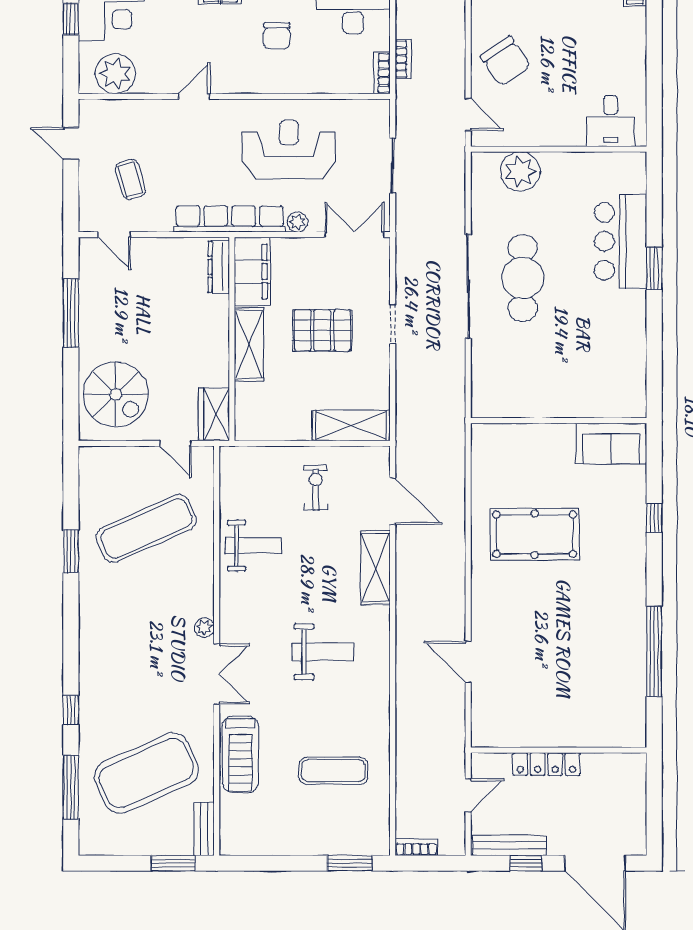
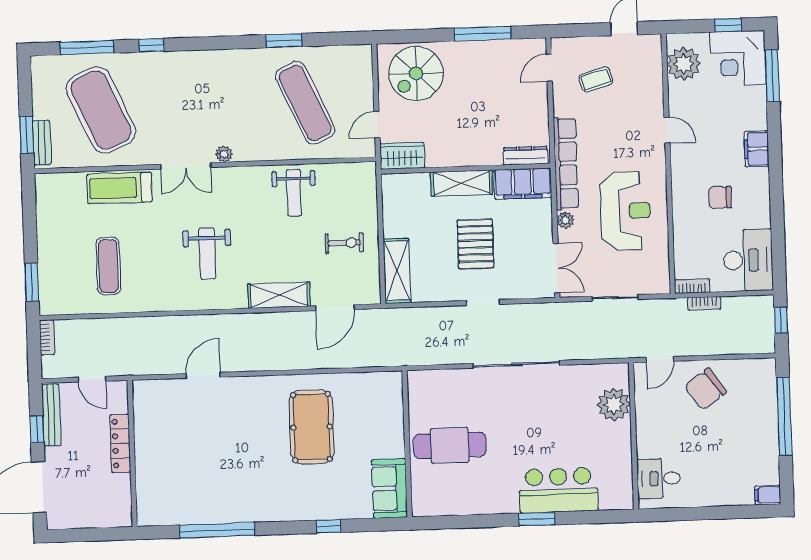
cafe table: (523, 278) -> (450, 445), moved
bench: (204, 829) -> (42, 143), moved, turned 90

